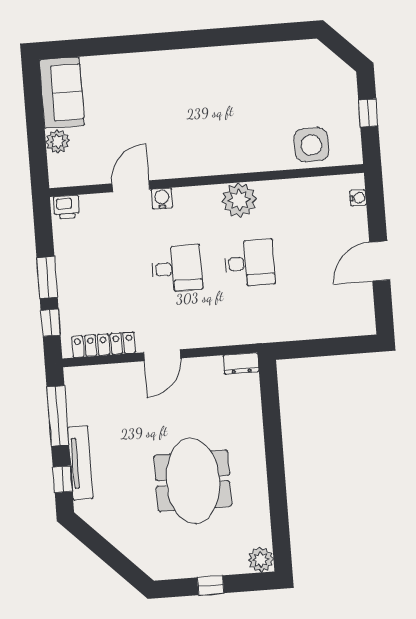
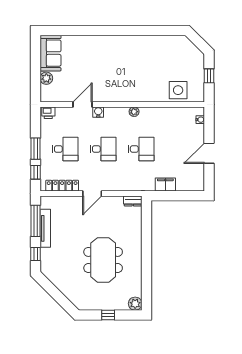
plant: (239, 200) -> (134, 112), width x0.53, depth x0.53
desk: (104, 274) -> (65, 149), added
filing cabinet: (301, 327) -> (165, 185), added
tv unit: (80, 463) -> (45, 228), moved

